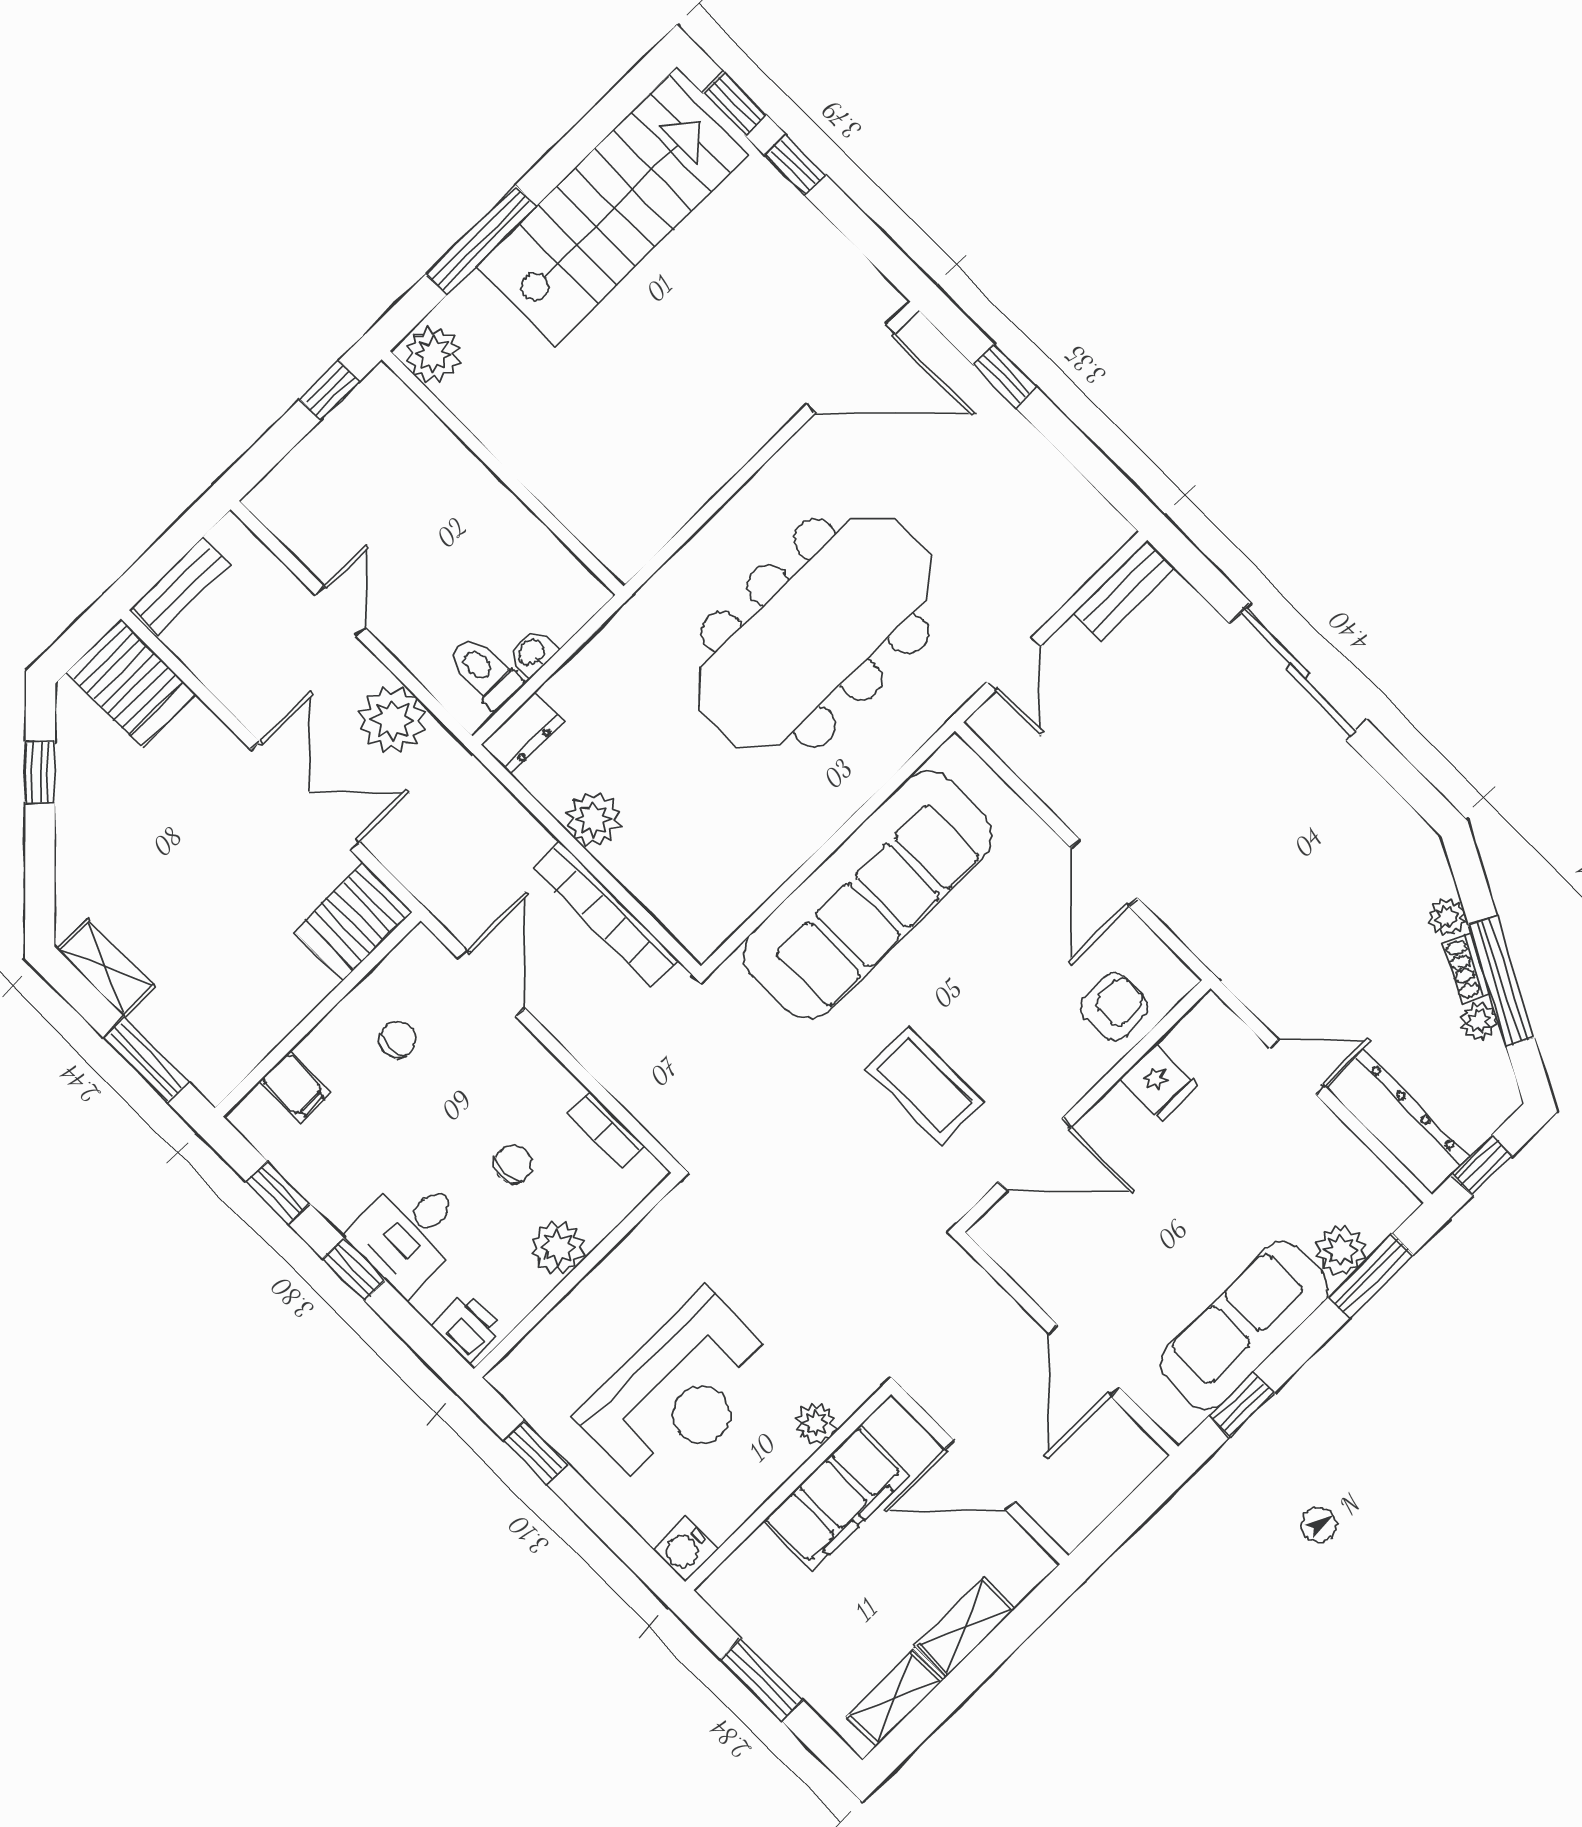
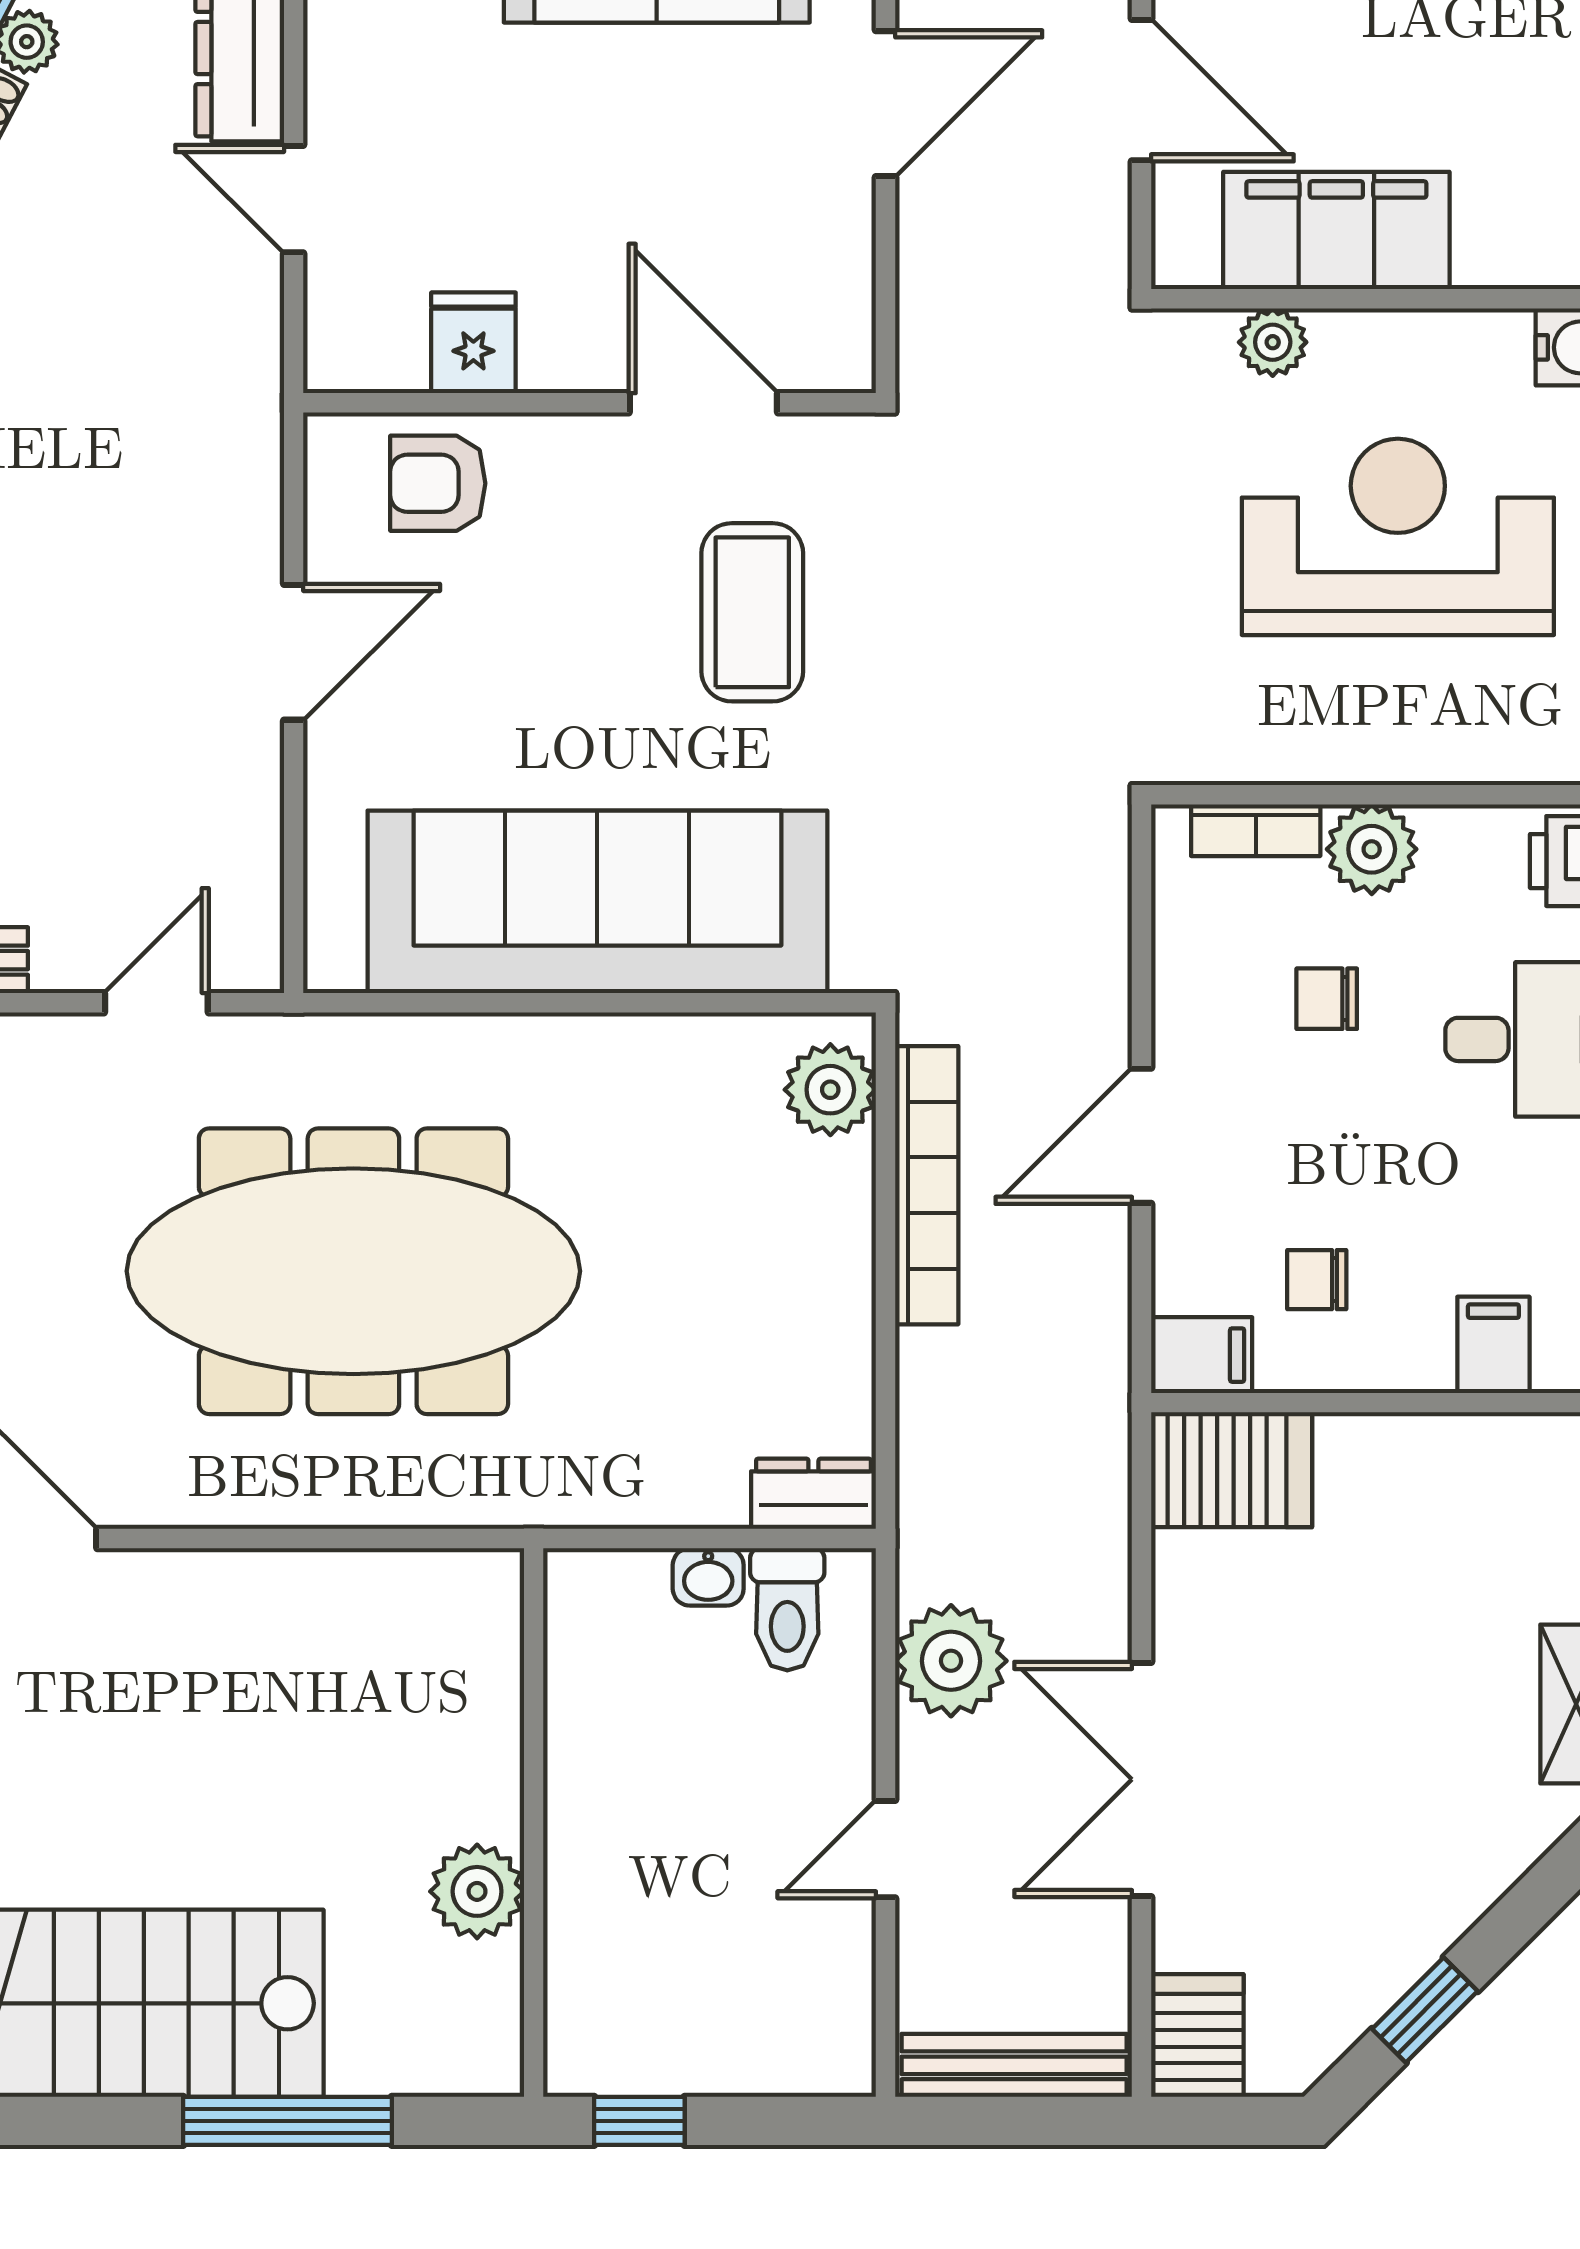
plant: (433, 354) -> (477, 1891), moved
bench: (180, 586) -> (1014, 2065), width x1.36
server rack: (131, 683) -> (1197, 2036), width x0.73, depth x0.70
double door: (305, 796) -> (1141, 1779), moved
plant: (594, 819) -> (830, 1090), moved
filing cabinet: (415, 958) -> (1202, 1355), added
door: (491, 983) -> (1141, 1136), moved
bookcase: (606, 1129) -> (1256, 830), moved, turned 90

